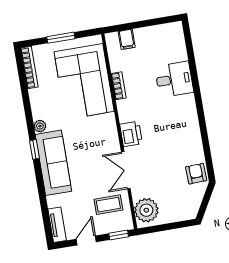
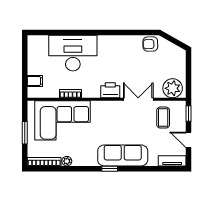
desk: (174, 79) -> (73, 53), width x1.87, depth x1.30
plant: (40, 126) -> (67, 161), moved
double door: (126, 170) -> (138, 99), swing flipped

